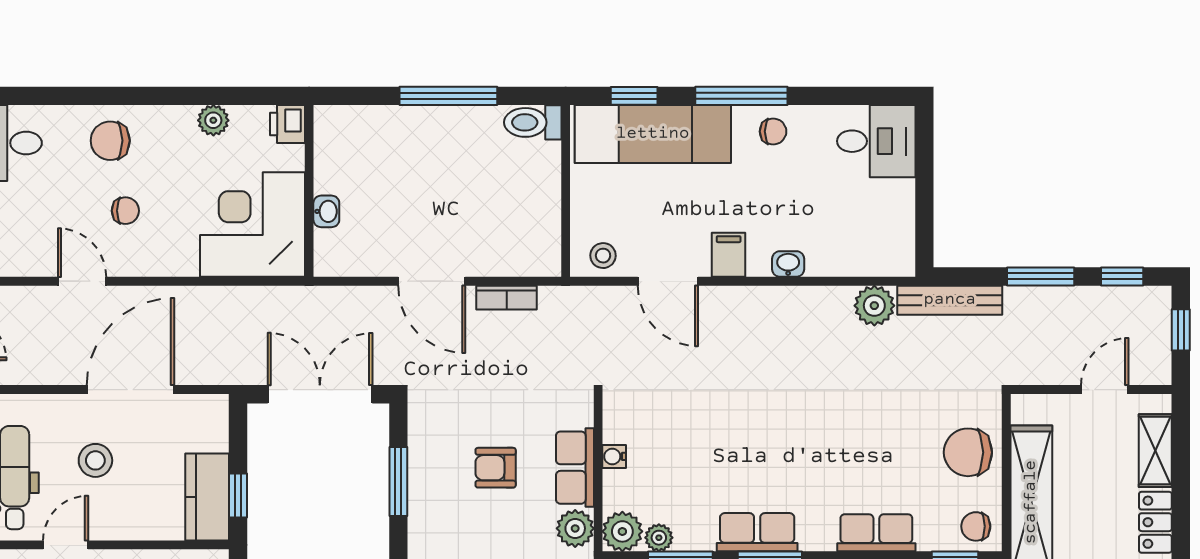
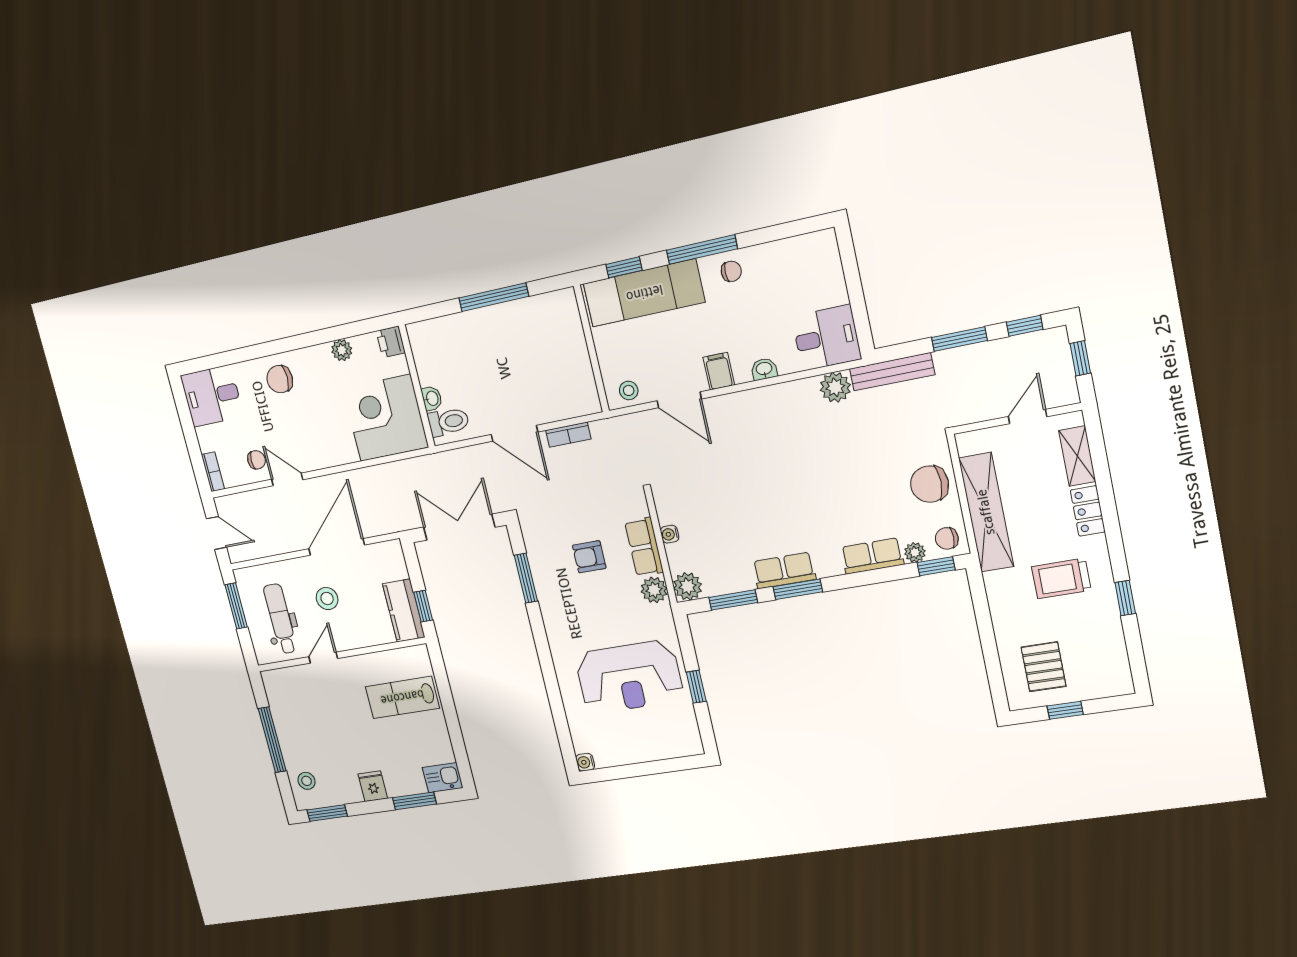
toilet: (533, 122) -> (448, 422), moved, turned 180
desk: (876, 141) -> (826, 338), moved
chair: (125, 211) -> (257, 460), moved
plant: (659, 538) -> (915, 552), moved

